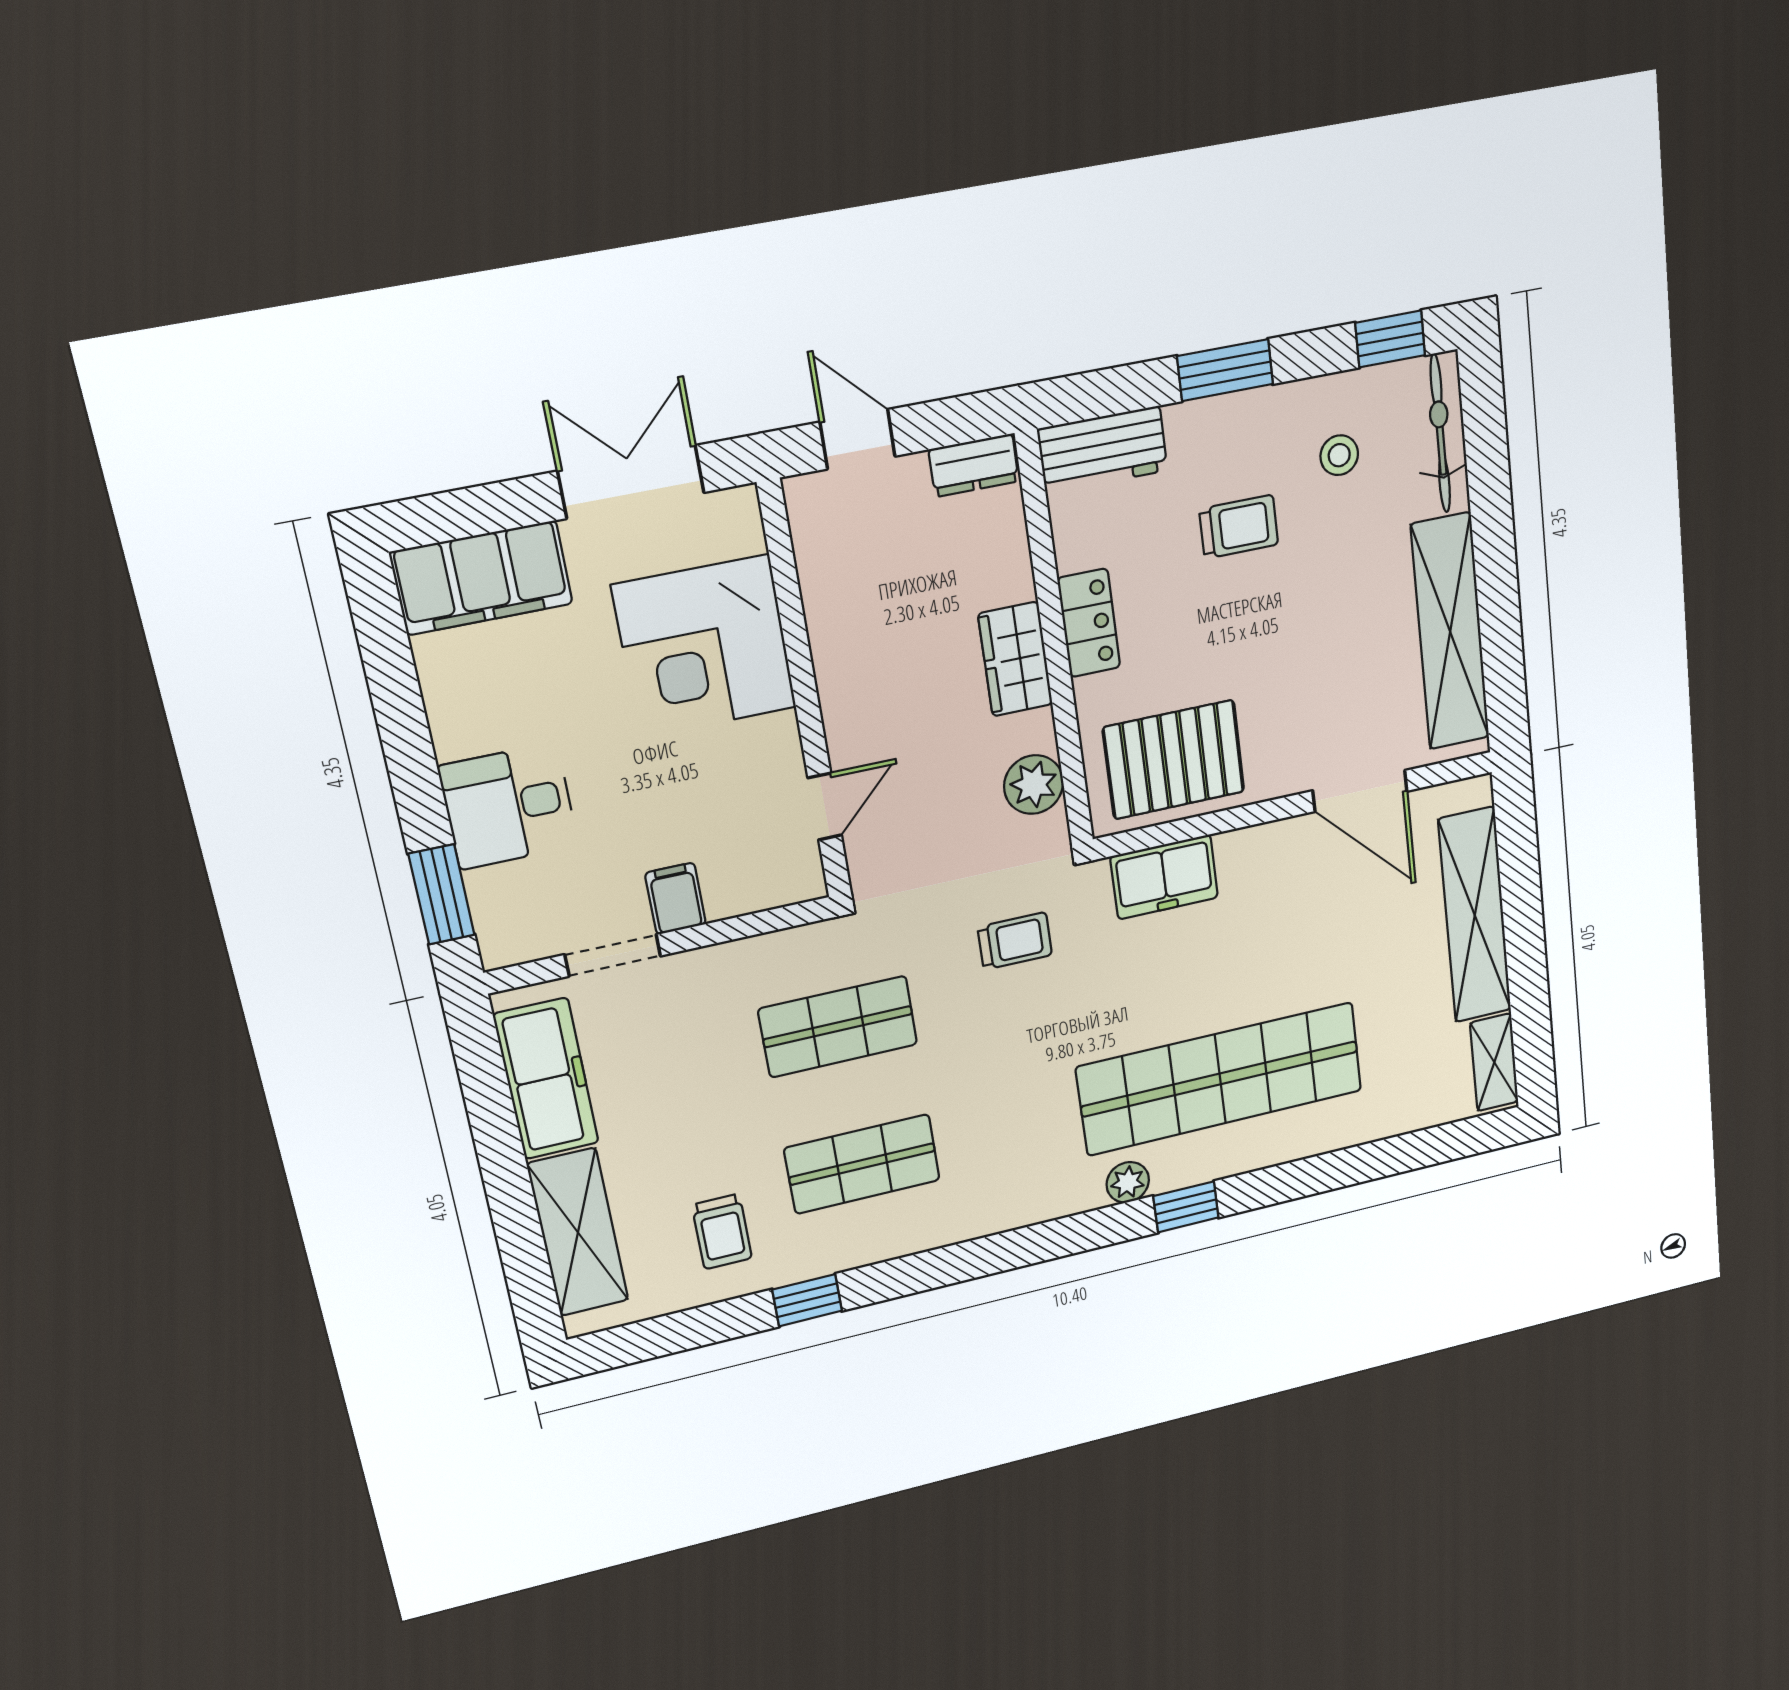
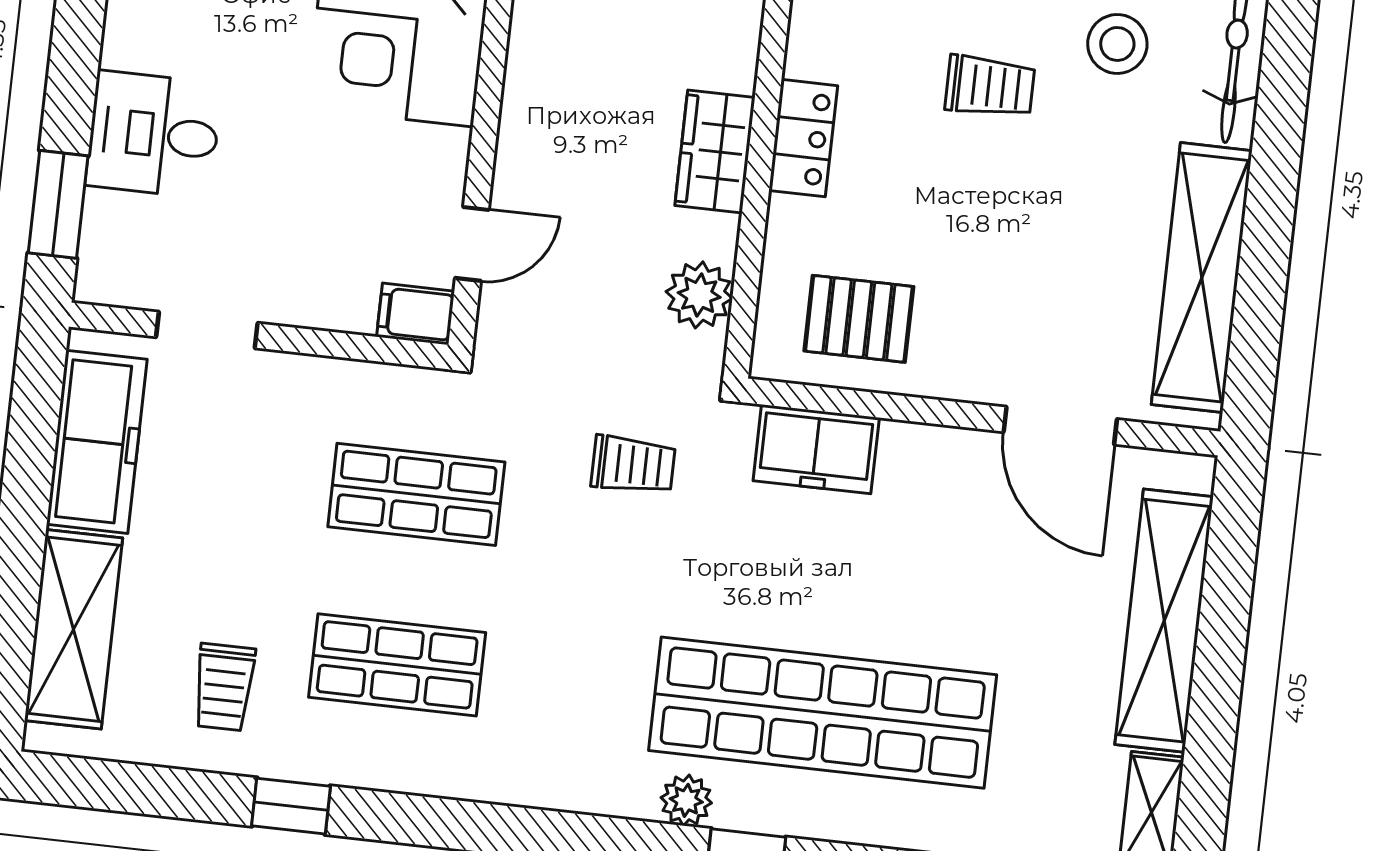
stool: (1339, 455) -> (1117, 44), width x1.37, depth x1.37
pallet: (1174, 760) -> (859, 319), width x0.67, depth x0.71
filing cabinet: (675, 899) -> (416, 314), moved, turned -90

